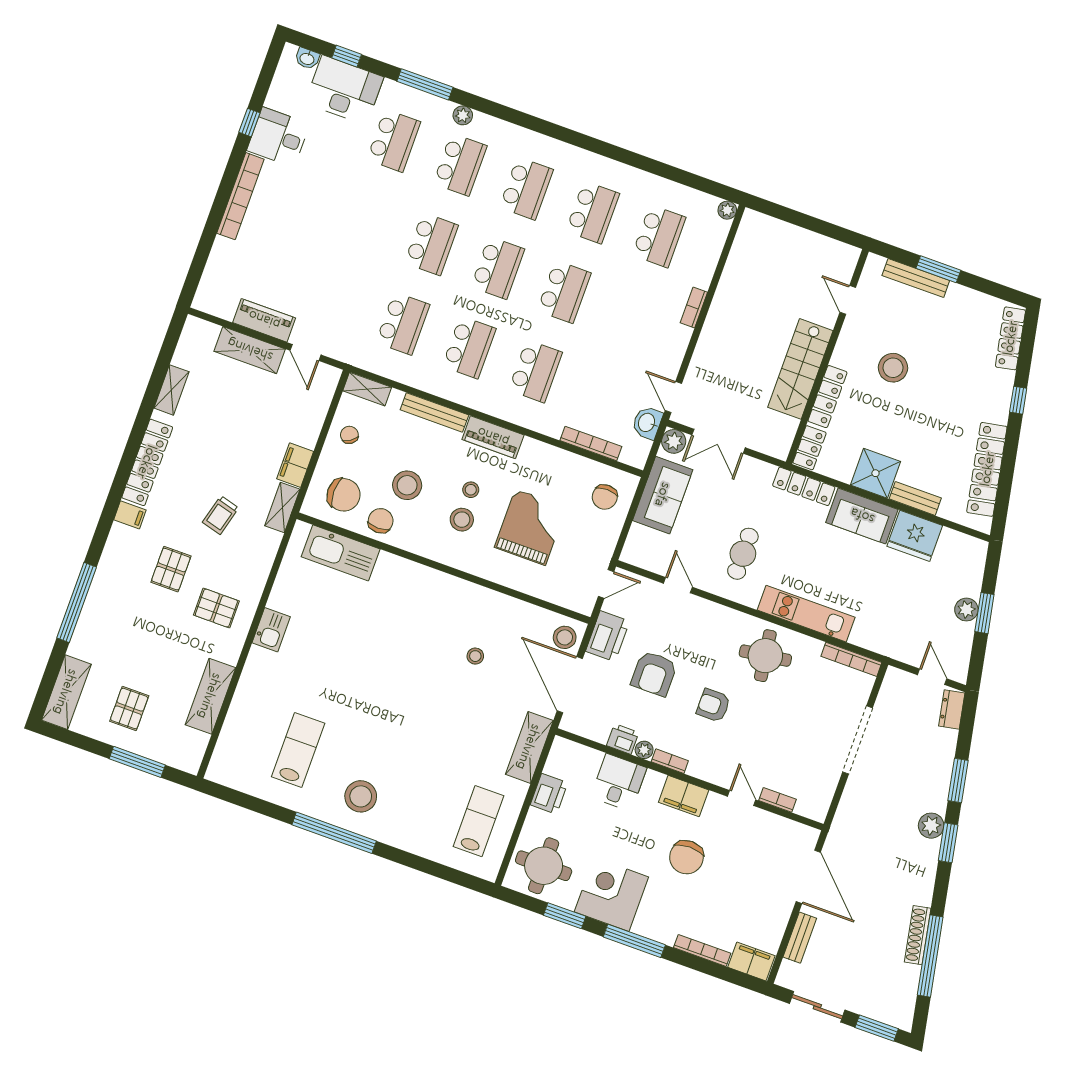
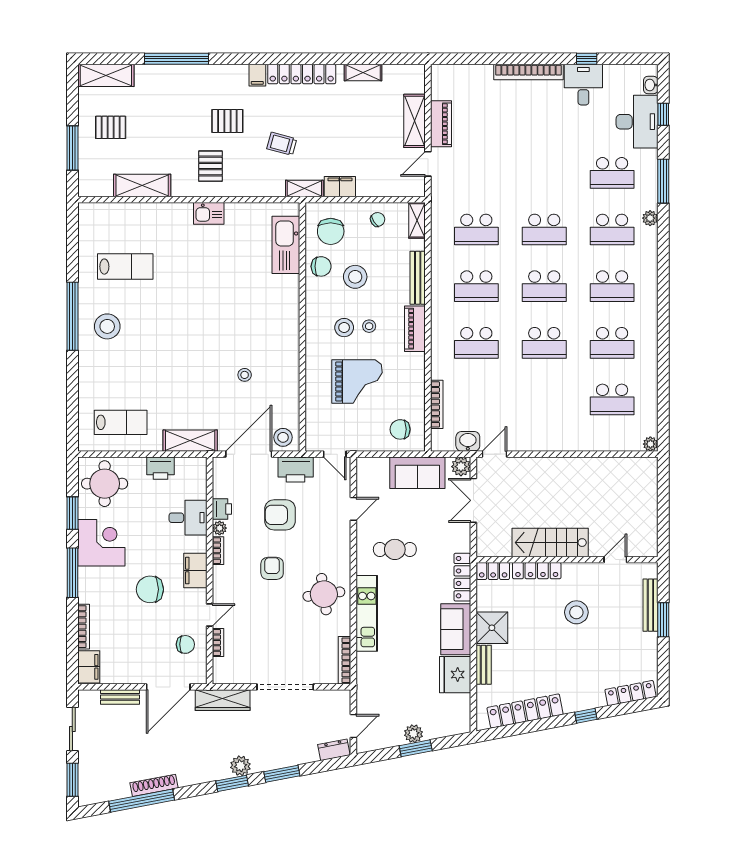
bookcase: (694, 308) -> (568, 445), removed
wardrobe: (847, 819) -> (223, 700), added
chair: (766, 839) -> (185, 644), added

